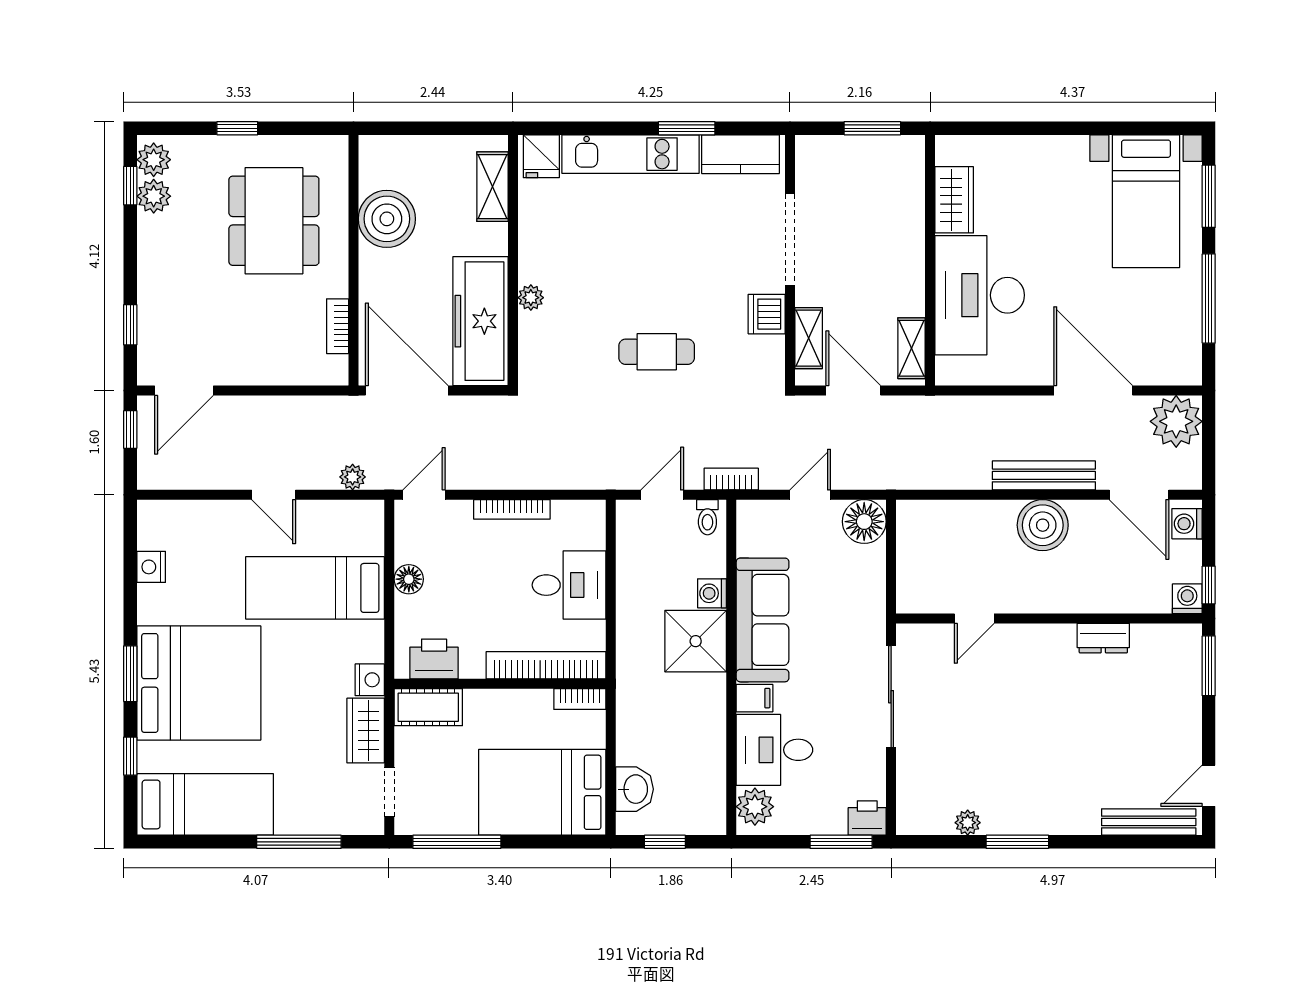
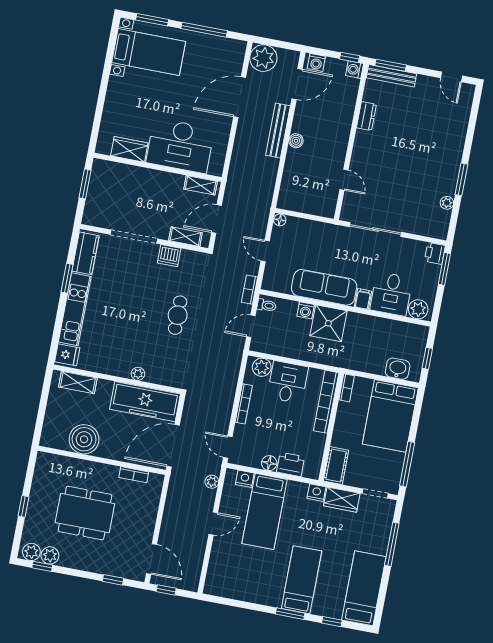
dining table: (274, 221) -> (85, 513), moved
door: (662, 495) -> (251, 326), hinge flipped
floor lamp: (864, 522) -> (280, 220), width x0.53, depth x0.53
boiler: (1043, 525) -> (296, 141), width x0.54, depth x0.54
plant: (588, 530) -> (262, 367), added
nightstand: (151, 567) -> (245, 479), moved, turned 180
printer: (434, 659) -> (291, 464), moved, turned 90
bed: (199, 683) -> (301, 580), width x0.49
bench: (1149, 822) -> (391, 76), moved, turned 90

